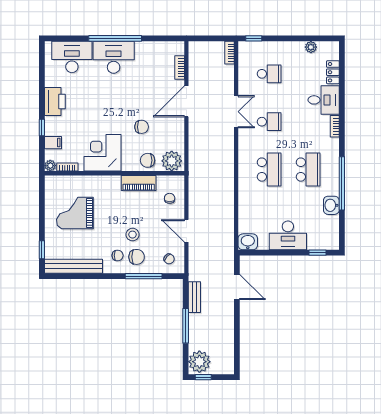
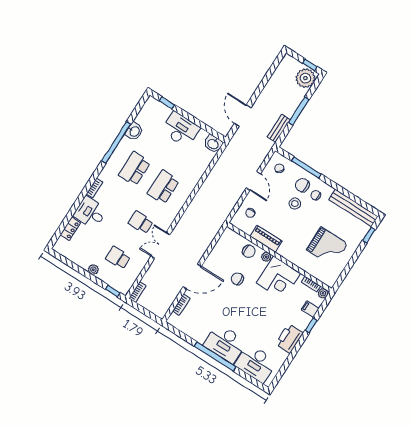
plant: (311, 47) -> (93, 270), moved
plant: (172, 161) -> (266, 257), moved, width x0.53, depth x0.53

